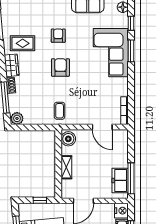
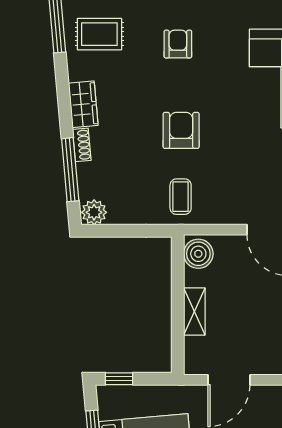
rug: (23, 43) -> (99, 34), moved
armchair: (60, 68) -> (181, 130), moved
window: (40, 200) -> (119, 379), moved

